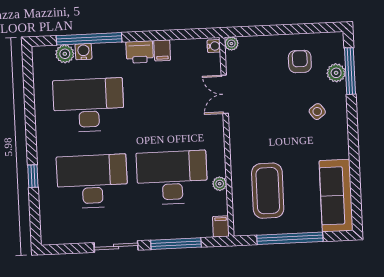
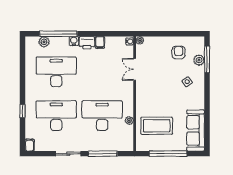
water cooler: (83, 52) -> (74, 41), moved
coffee table: (268, 191) -> (157, 126), turned 90
filing cabinet: (221, 226) -> (30, 145), moved

